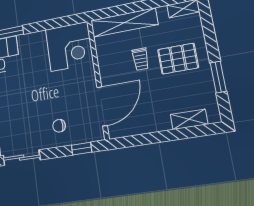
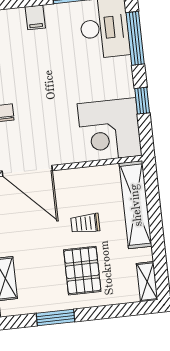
window: (48, 25) -> (142, 101), added

